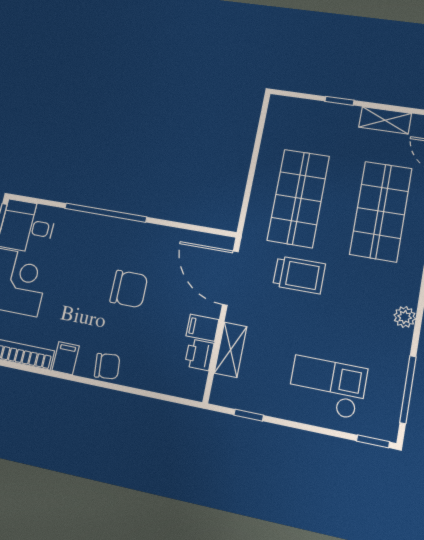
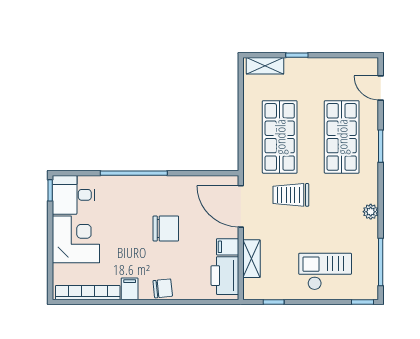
shelving: (385, 120) -> (265, 66), moved
trolley: (299, 275) -> (291, 195), turned 180
printer: (199, 355) -> (225, 276), width x1.87, depth x1.48

